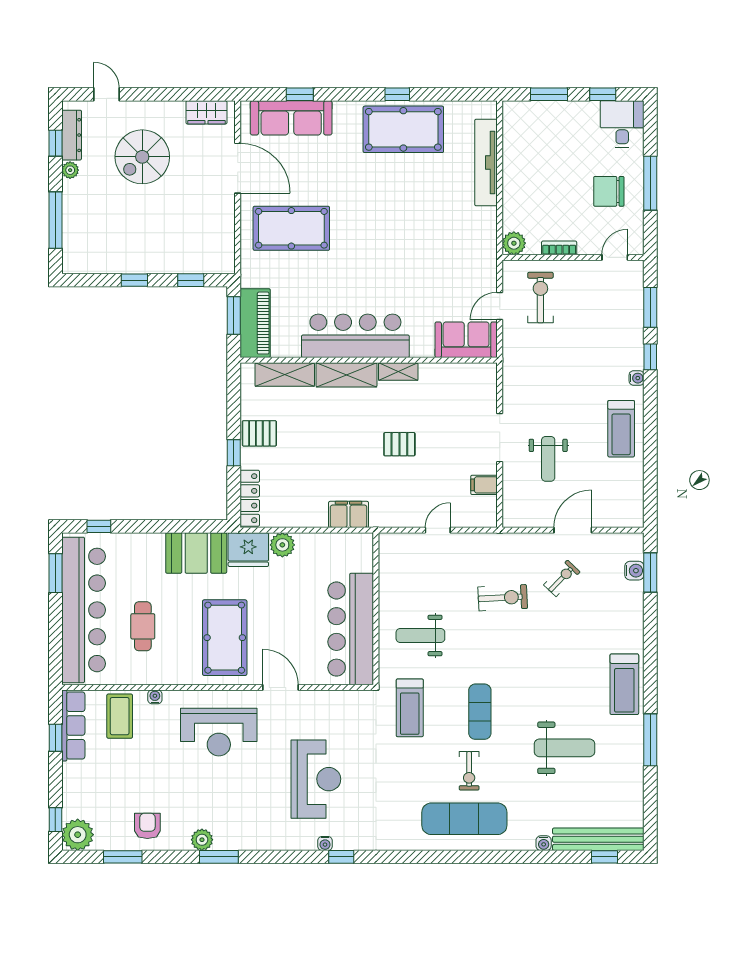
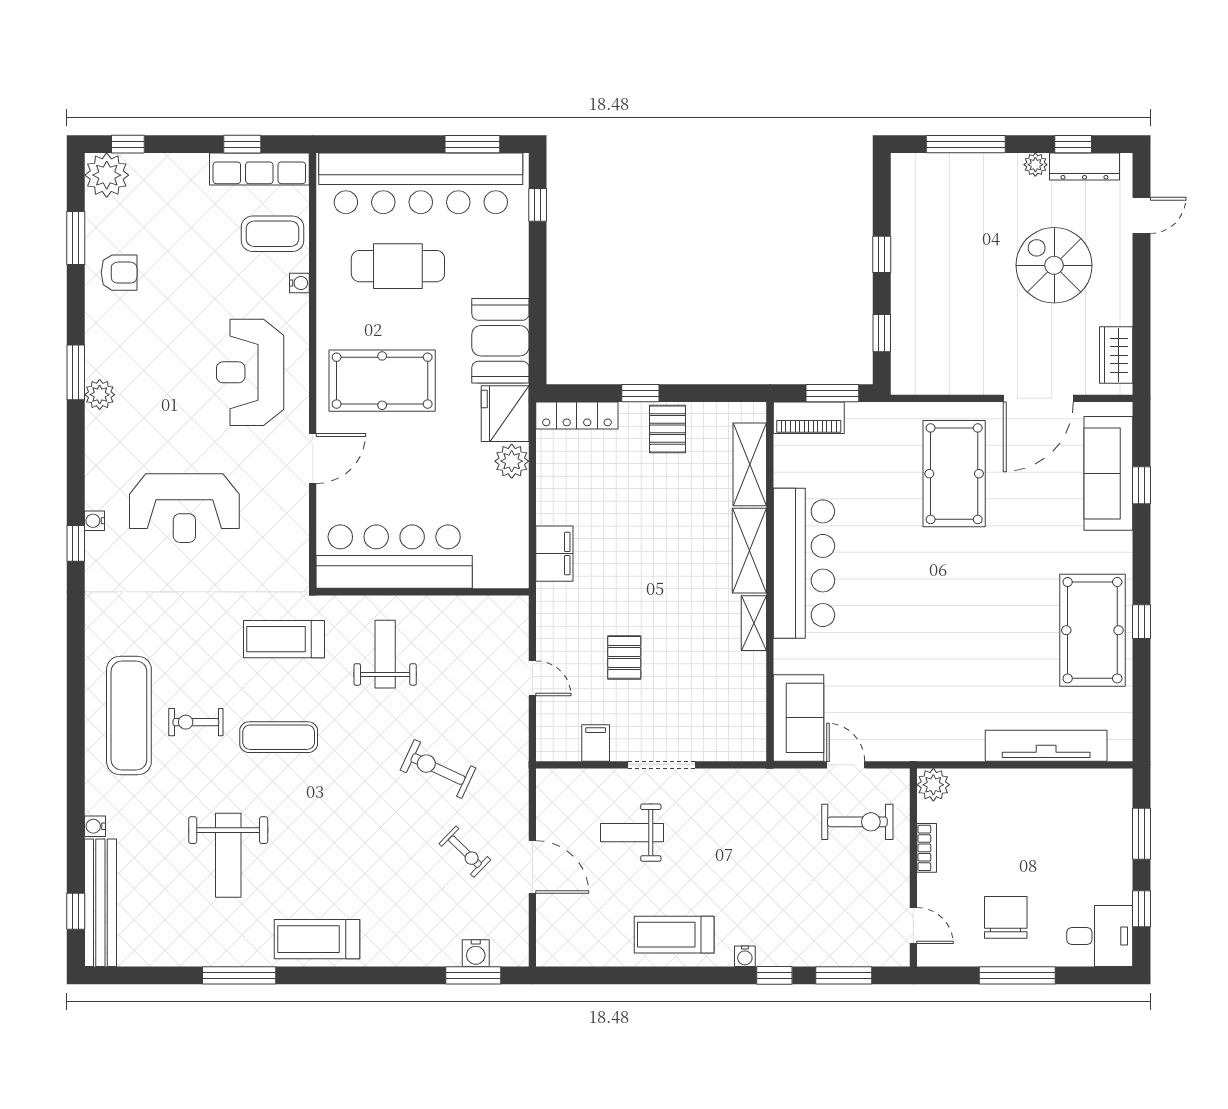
piano: (255, 323) -> (809, 418), width x0.73, depth x0.75
pallet: (399, 444) -> (624, 657), moved
exercise bike: (503, 598) -> (438, 769), turned 118
cafe table: (143, 626) -> (398, 266), width x1.37, depth x1.35
plant: (202, 840) -> (100, 395), moved

